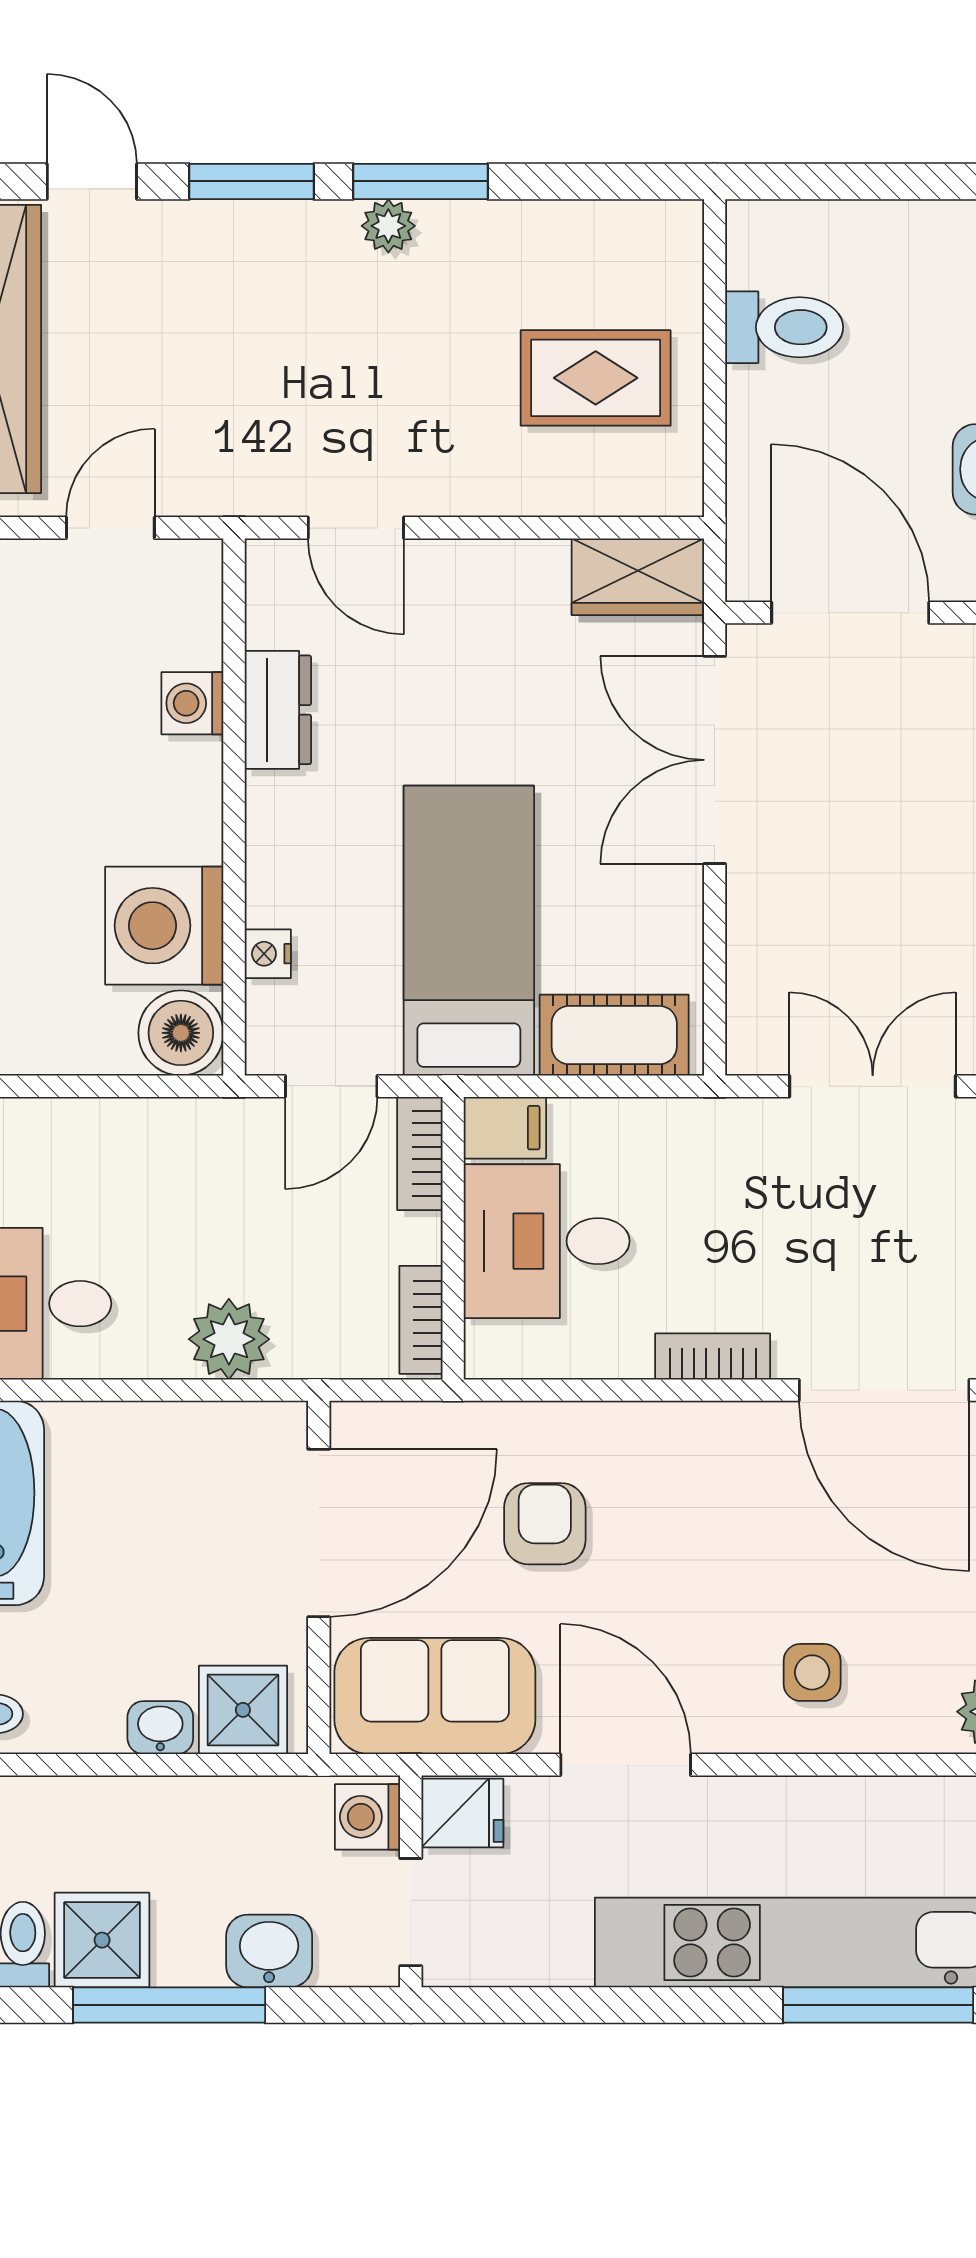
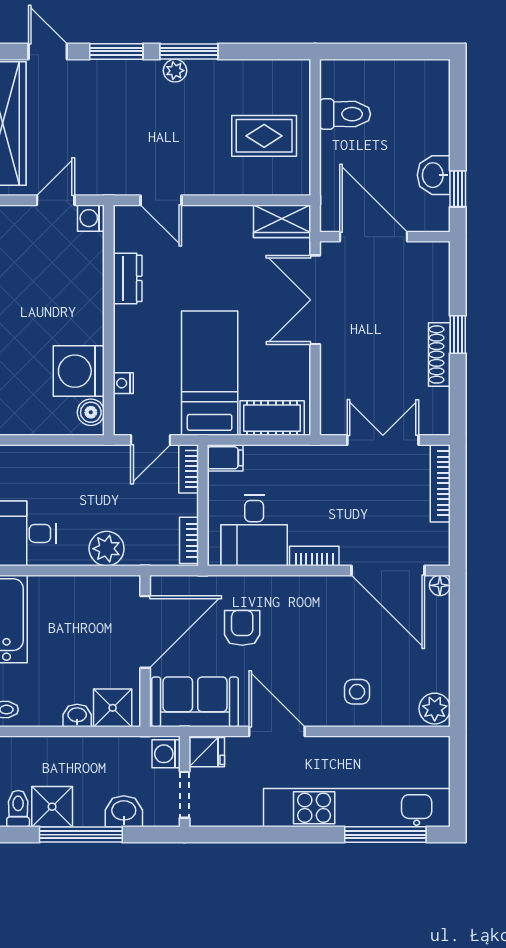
washing machine: (192, 703) -> (91, 218), moved
boiler: (181, 1033) -> (91, 412), width x0.73, depth x0.73
desk: (547, 1241) -> (254, 530), moved, turned -90

